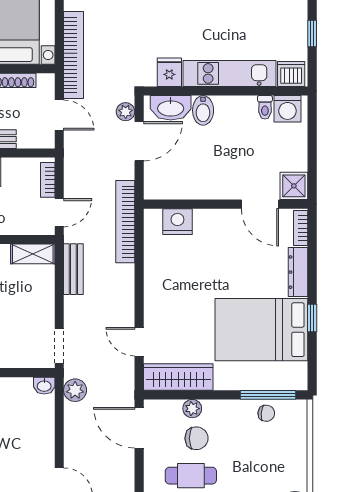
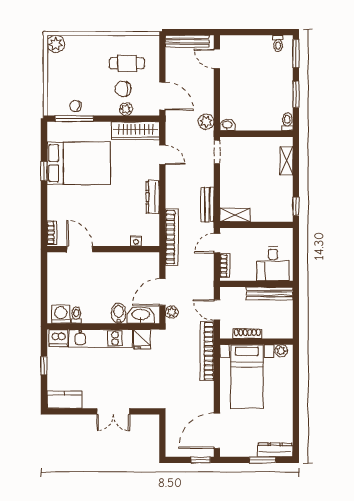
shower: (294, 186) -> (56, 262), removed
nightstand: (177, 222) -> (136, 241), width x0.53, depth x0.56
dresser: (298, 272) -> (153, 197), moved, turned 180

